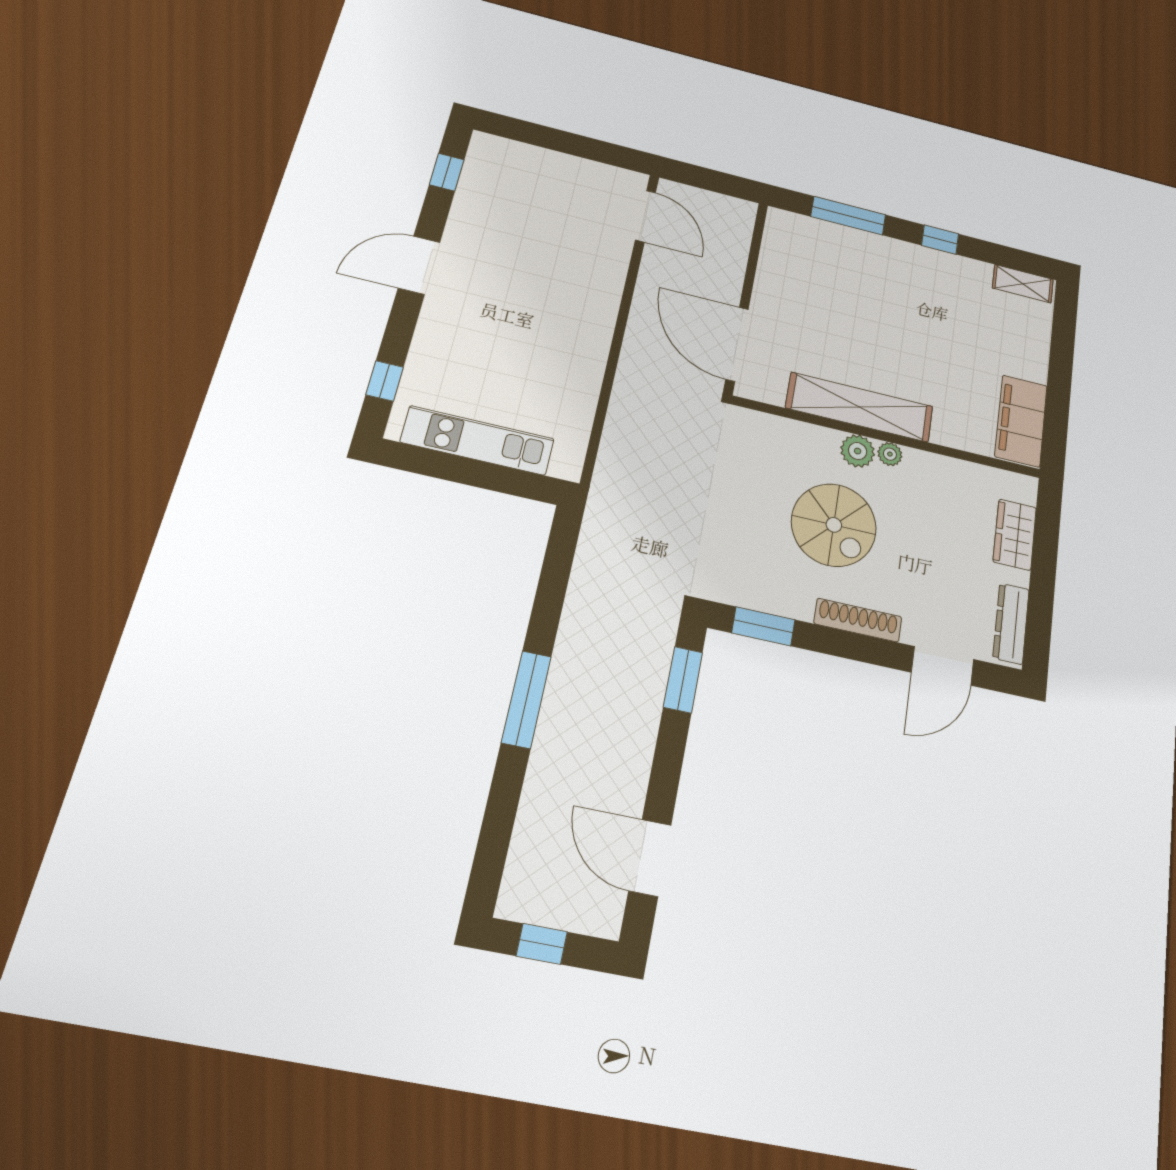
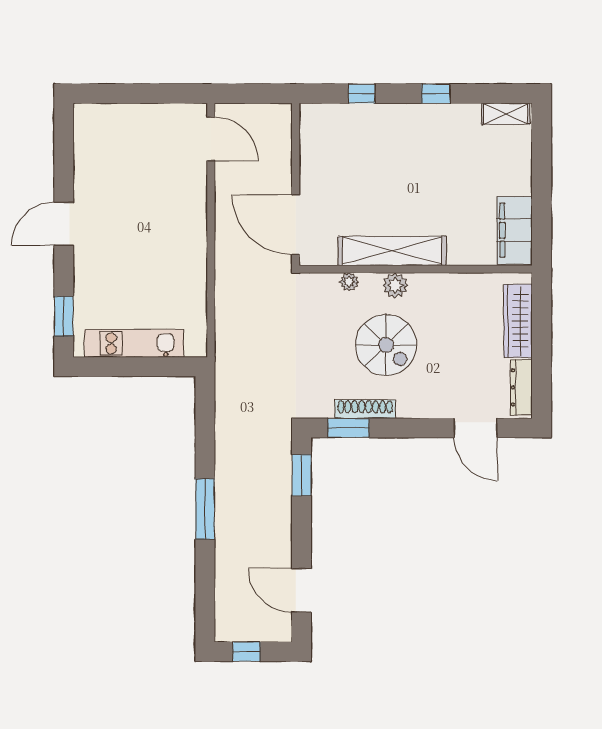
window: (447, 172) -> (64, 144), removed
window: (848, 216) -> (362, 94), width x0.46
window: (385, 381) -> (64, 316), width x1.50
plant: (890, 454) -> (349, 282), moved
wardrobe: (1015, 535) -> (518, 321), width x1.50
shoe rack: (858, 620) -> (365, 409), moved
door: (943, 666) -> (476, 428), hinge flipped

